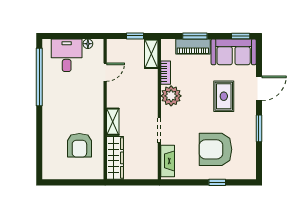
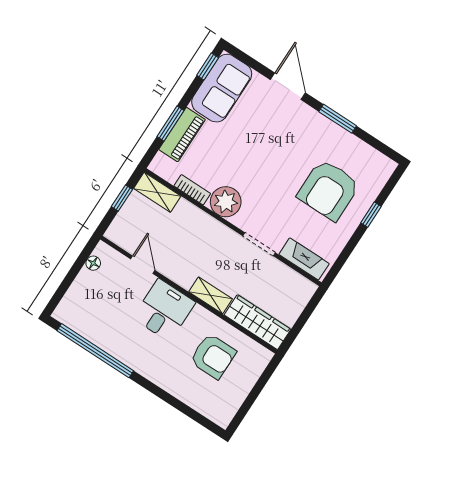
desk: (67, 55) -> (164, 310), moved, turned 90
rug: (224, 96) -> (269, 136), removed

